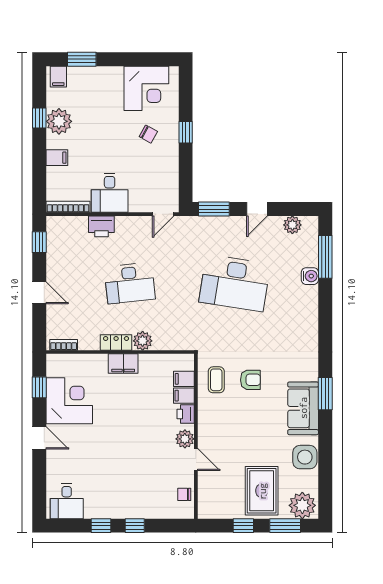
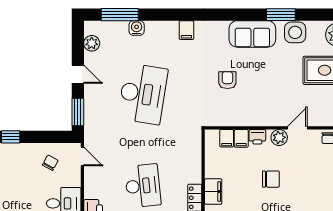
chair: (148, 134) -> (50, 163), moved
filing cabinet: (308, 333) -> (186, 30), added
plant: (143, 341) -> (193, 175), removed
coffee table: (216, 380) -> (227, 110), removed
window: (325, 394) -> (281, 15), moved
chair: (137, 429) -> (271, 179), added

